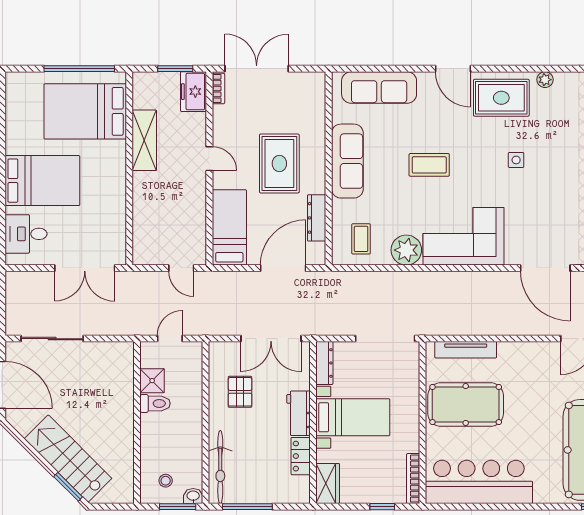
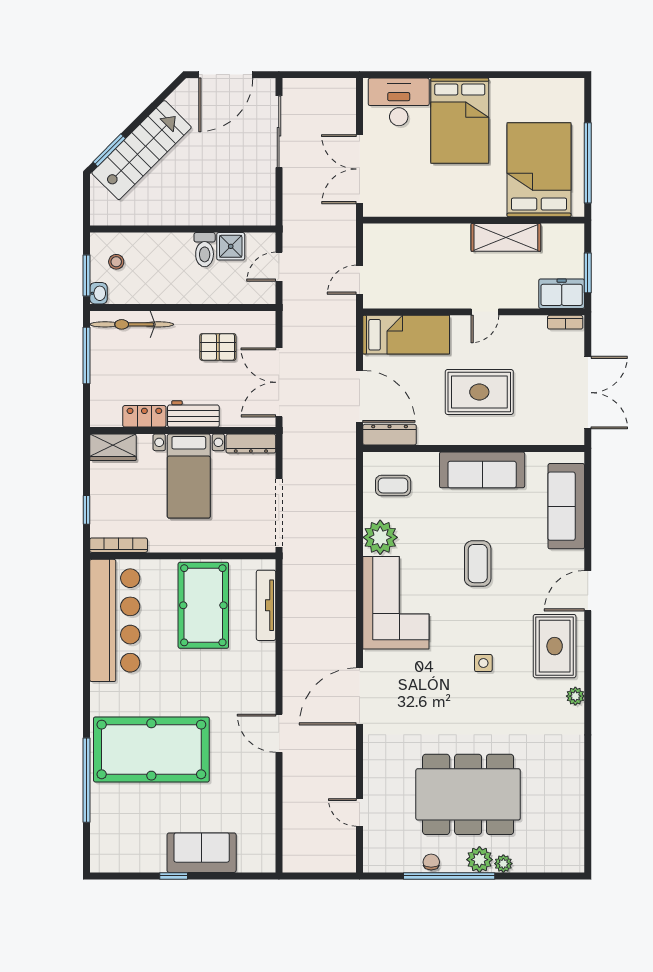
double door: (257, 69) -> (588, 393), moved
dresser: (317, 218) -> (390, 435), moved
desk: (26, 234) -> (399, 102), width x1.37
door: (170, 339) -> (279, 267), swing flipped

